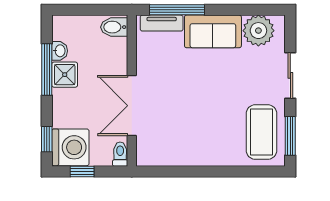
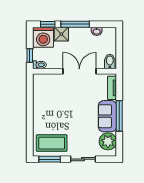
window: (177, 10) -> (119, 116), moved
window: (47, 70) -> (75, 24), moved
shower: (65, 75) -> (61, 34), moved
double door: (132, 106) -> (79, 71), moved
window: (82, 172) -> (30, 56), moved

